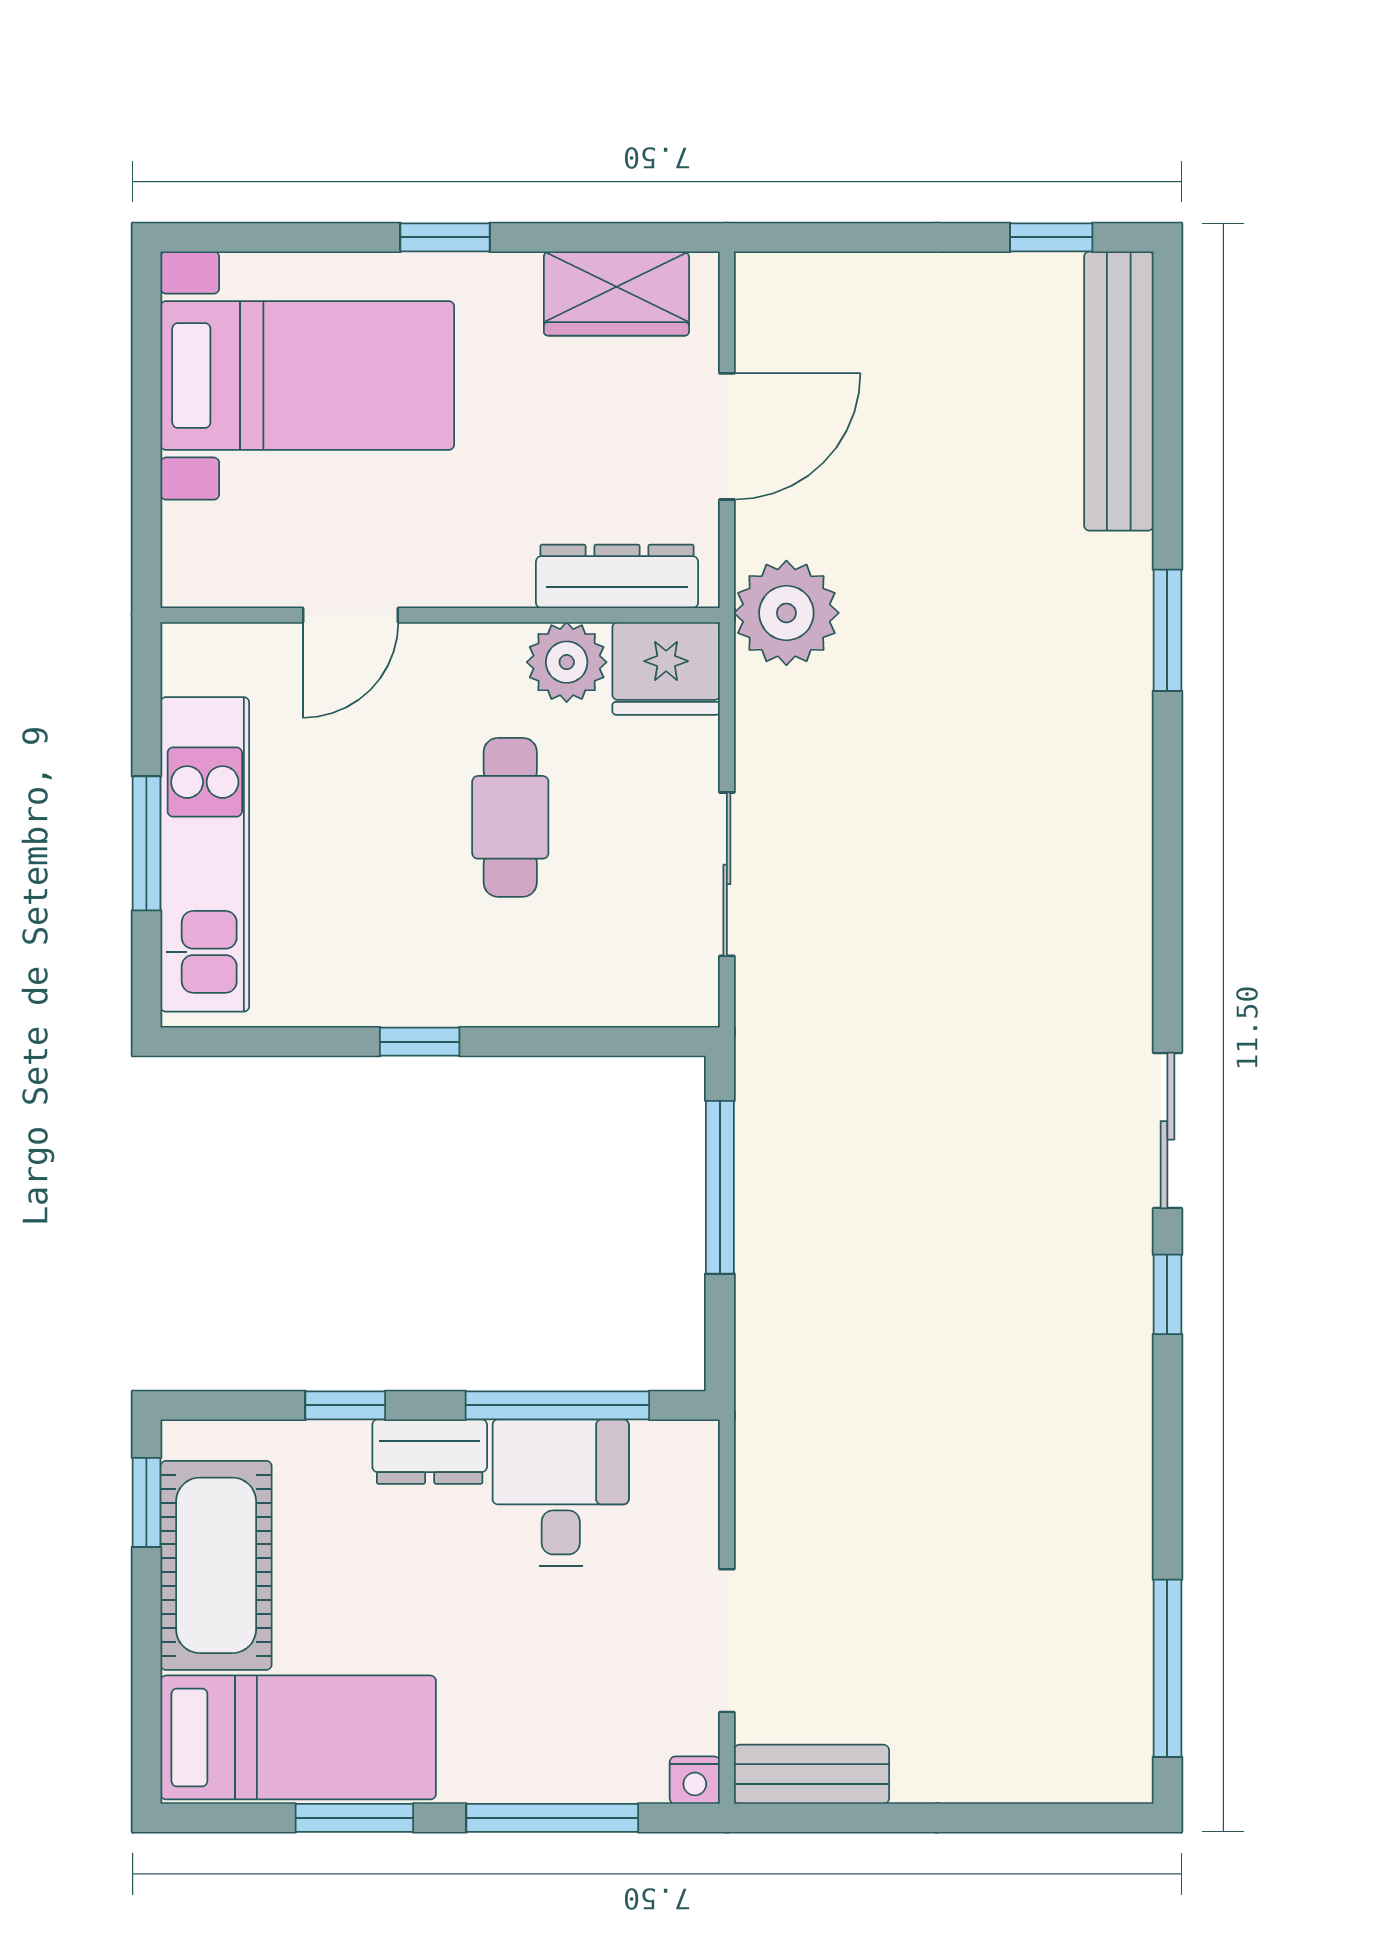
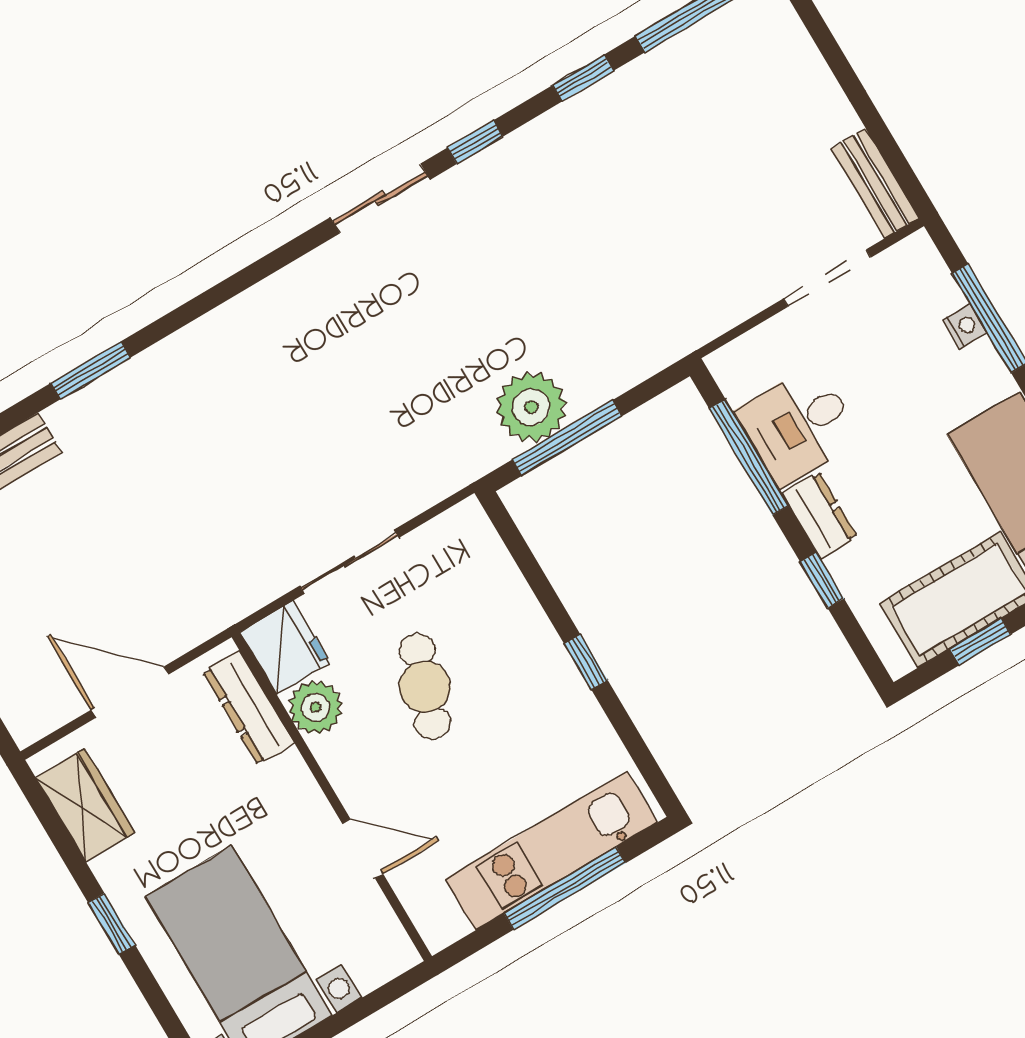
plant: (786, 613) -> (531, 407), moved
cafe table: (510, 817) -> (425, 687), turned -71
window: (146, 843) -> (565, 888), width x1.44
sliding door: (727, 874) -> (349, 562), moved
window: (1167, 1481) -> (583, 78), added
window: (146, 1502) -> (980, 642), moved
nightstand: (695, 1780) -> (965, 326), moved

